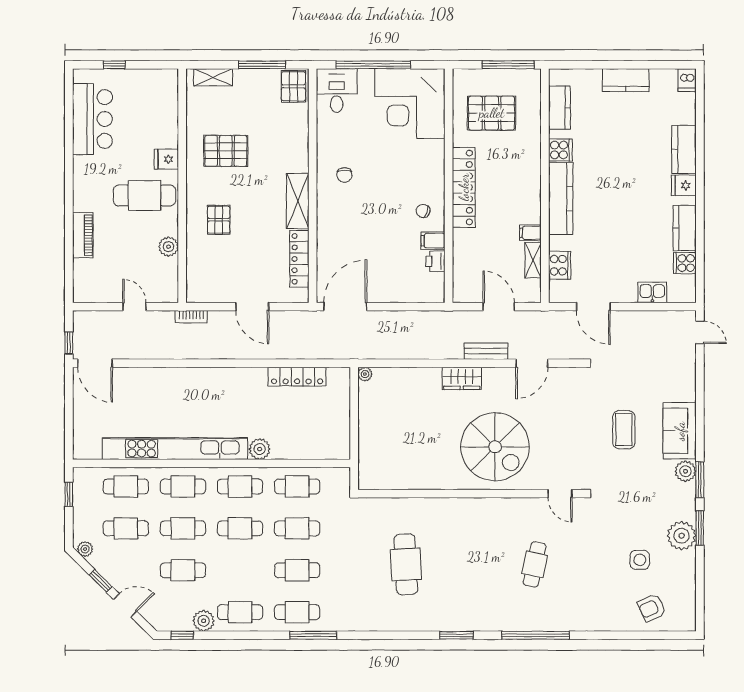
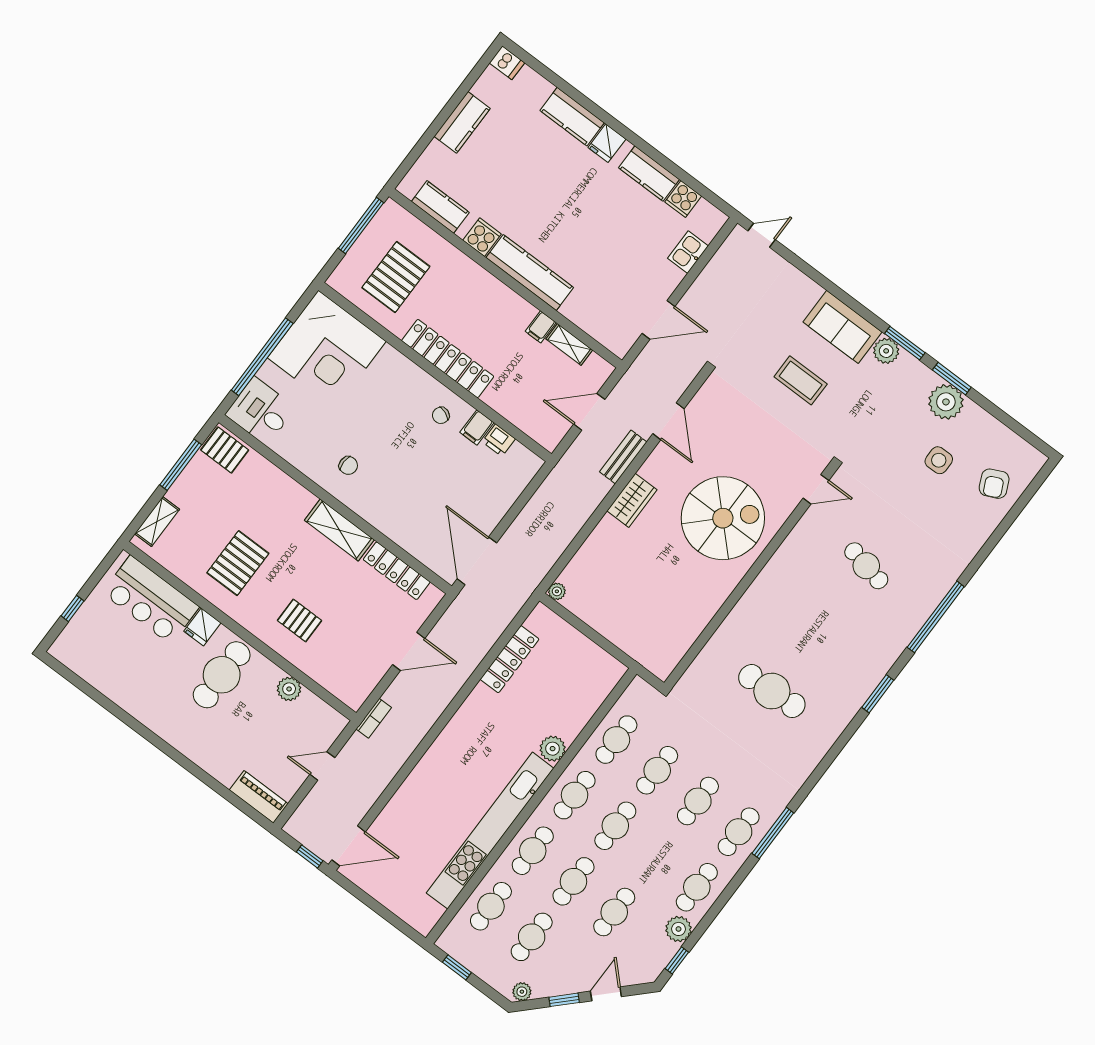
bar counter: (92, 119) -> (151, 600), moved, turned 180
piano: (83, 235) -> (259, 797), moved
cooker: (560, 265) -> (594, 322), removed

